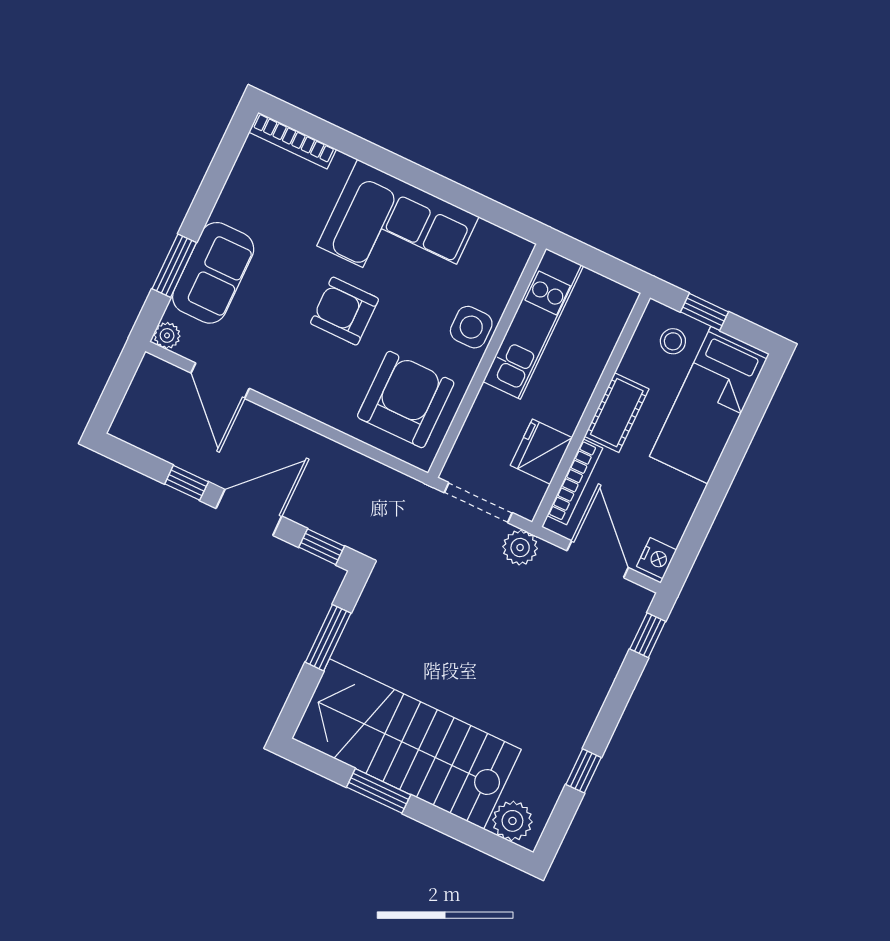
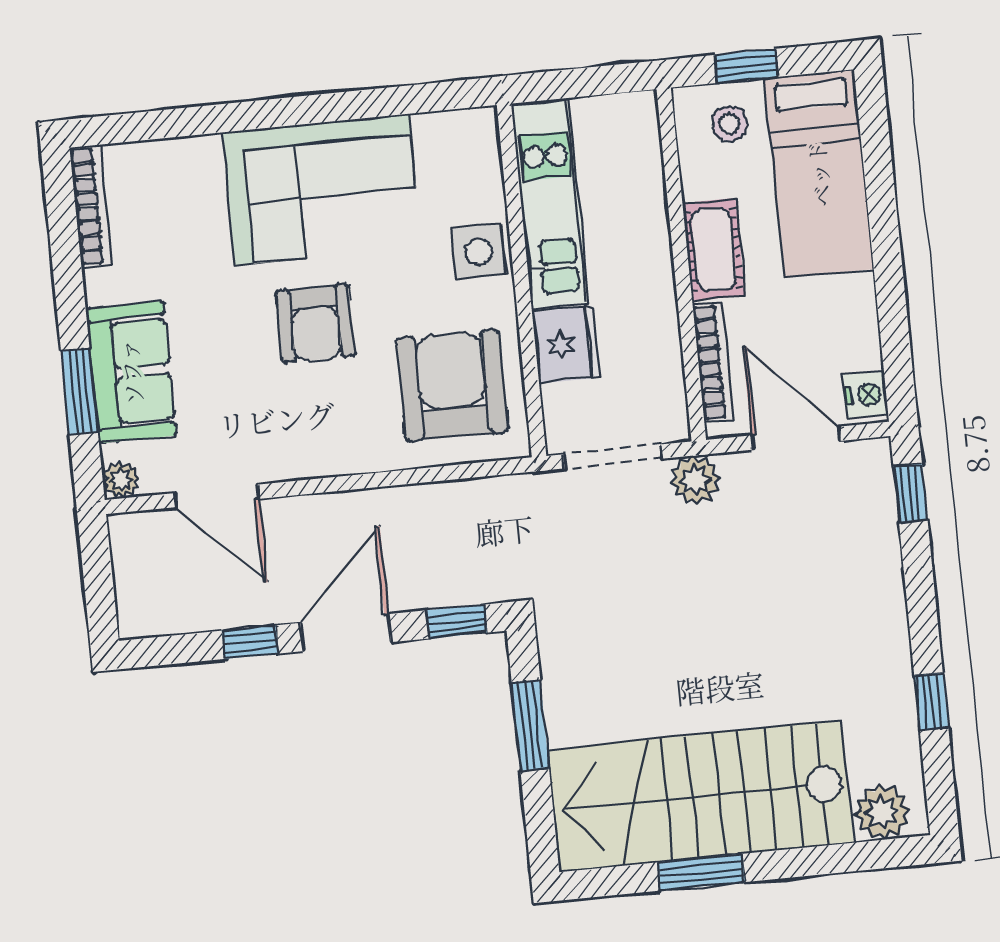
bookcase: (293, 141) -> (91, 206), moved, turned -90
armchair: (344, 311) -> (315, 323), turned -90
fridge: (541, 452) -> (566, 345), moved, turned 180

